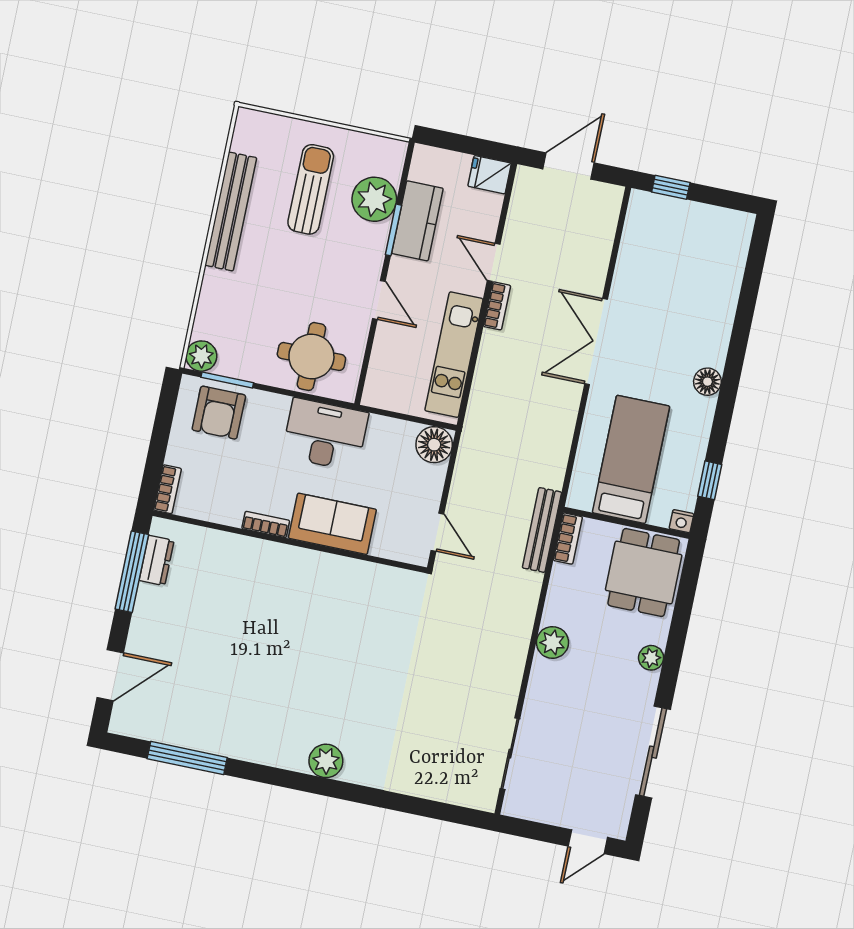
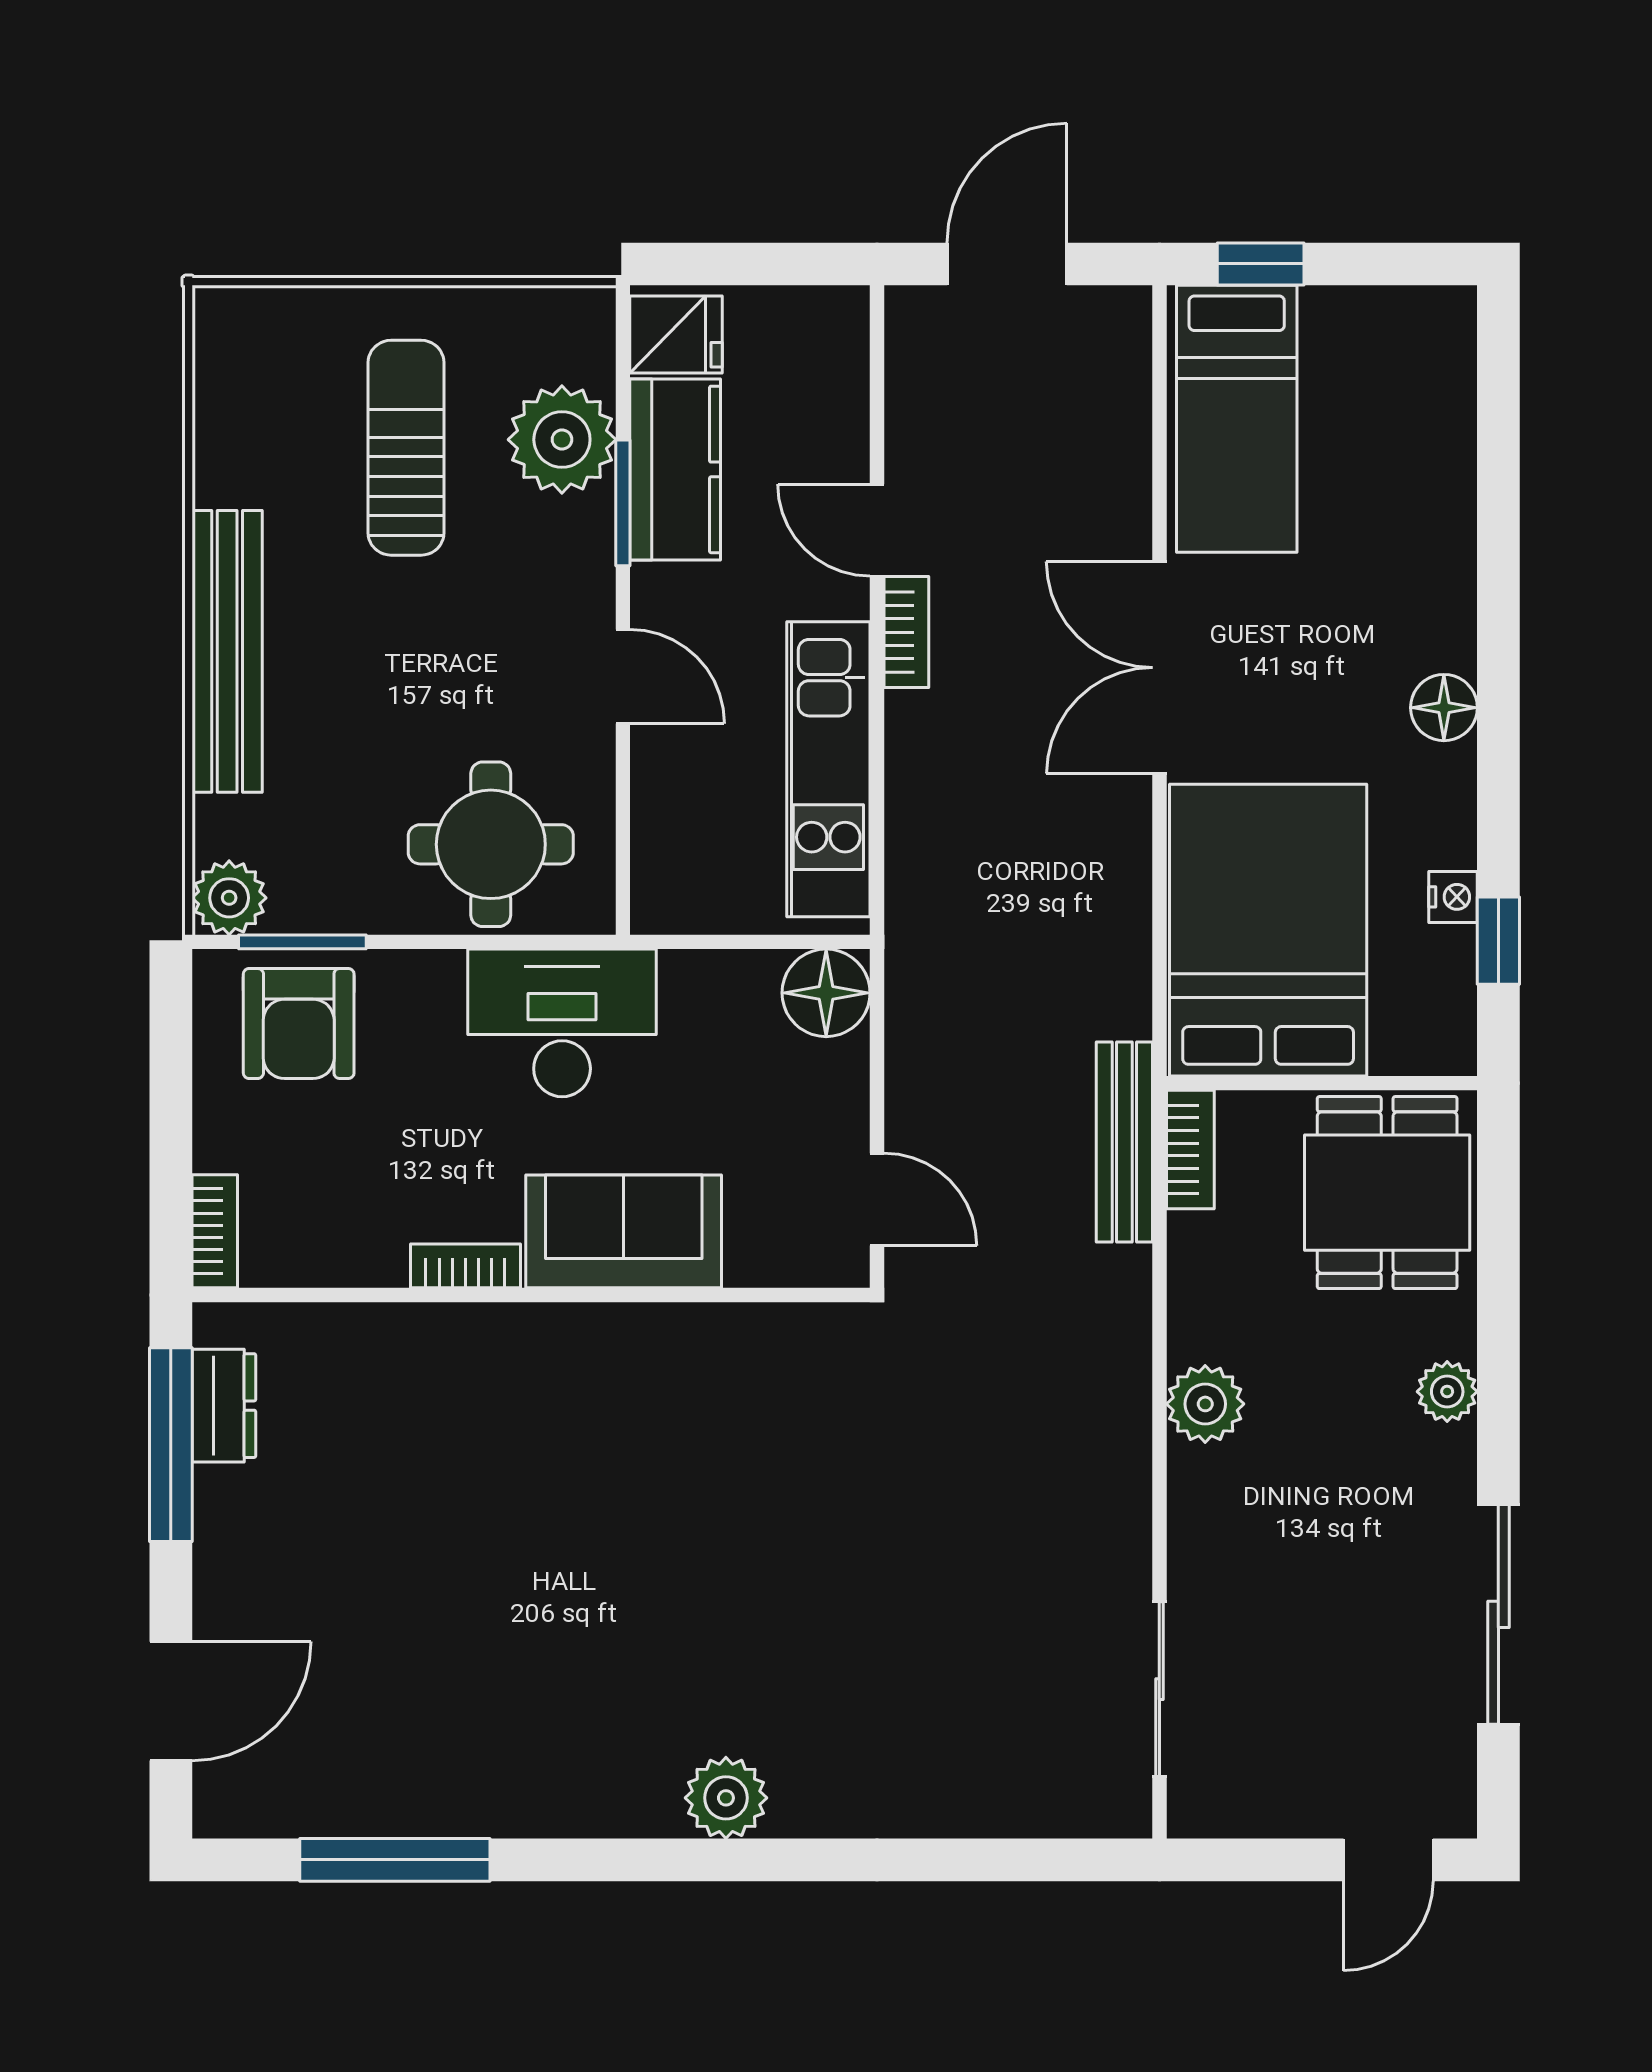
fridge: (490, 175) -> (676, 335), moved, turned 180
bench: (231, 211) -> (227, 651), moved
bed: (648, 248) -> (1237, 419), added
bed: (631, 459) -> (1268, 930), width x1.50
nightstand: (681, 521) -> (1453, 897), moved, turned -90

